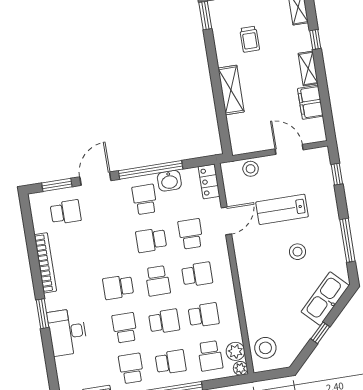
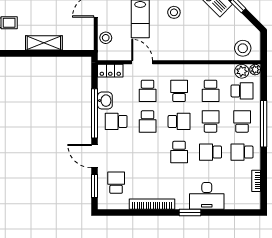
school desk: (191, 234) -> (148, 91), turned -90
school desk: (204, 315) -> (211, 91), turned 180

